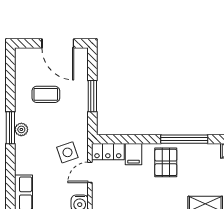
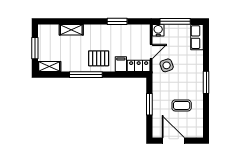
plant: (21, 129) -> (198, 81), removed
pallet: (166, 162) -> (99, 58), turned 90

